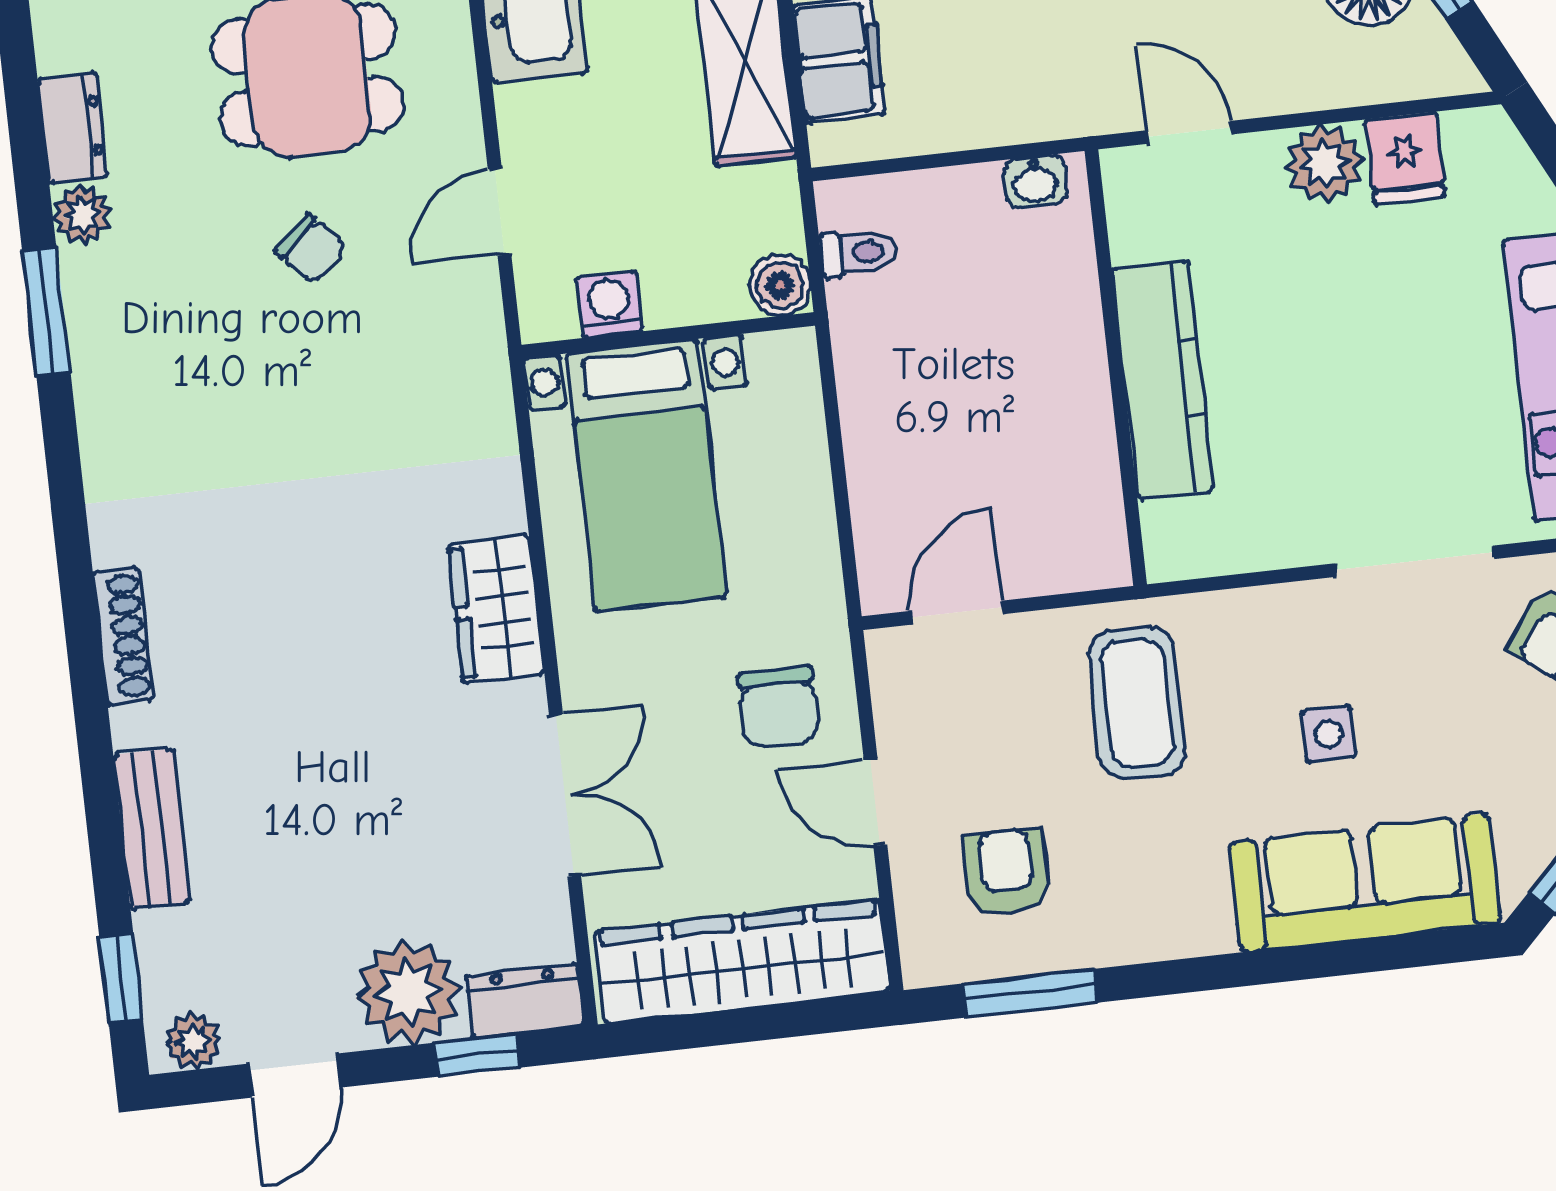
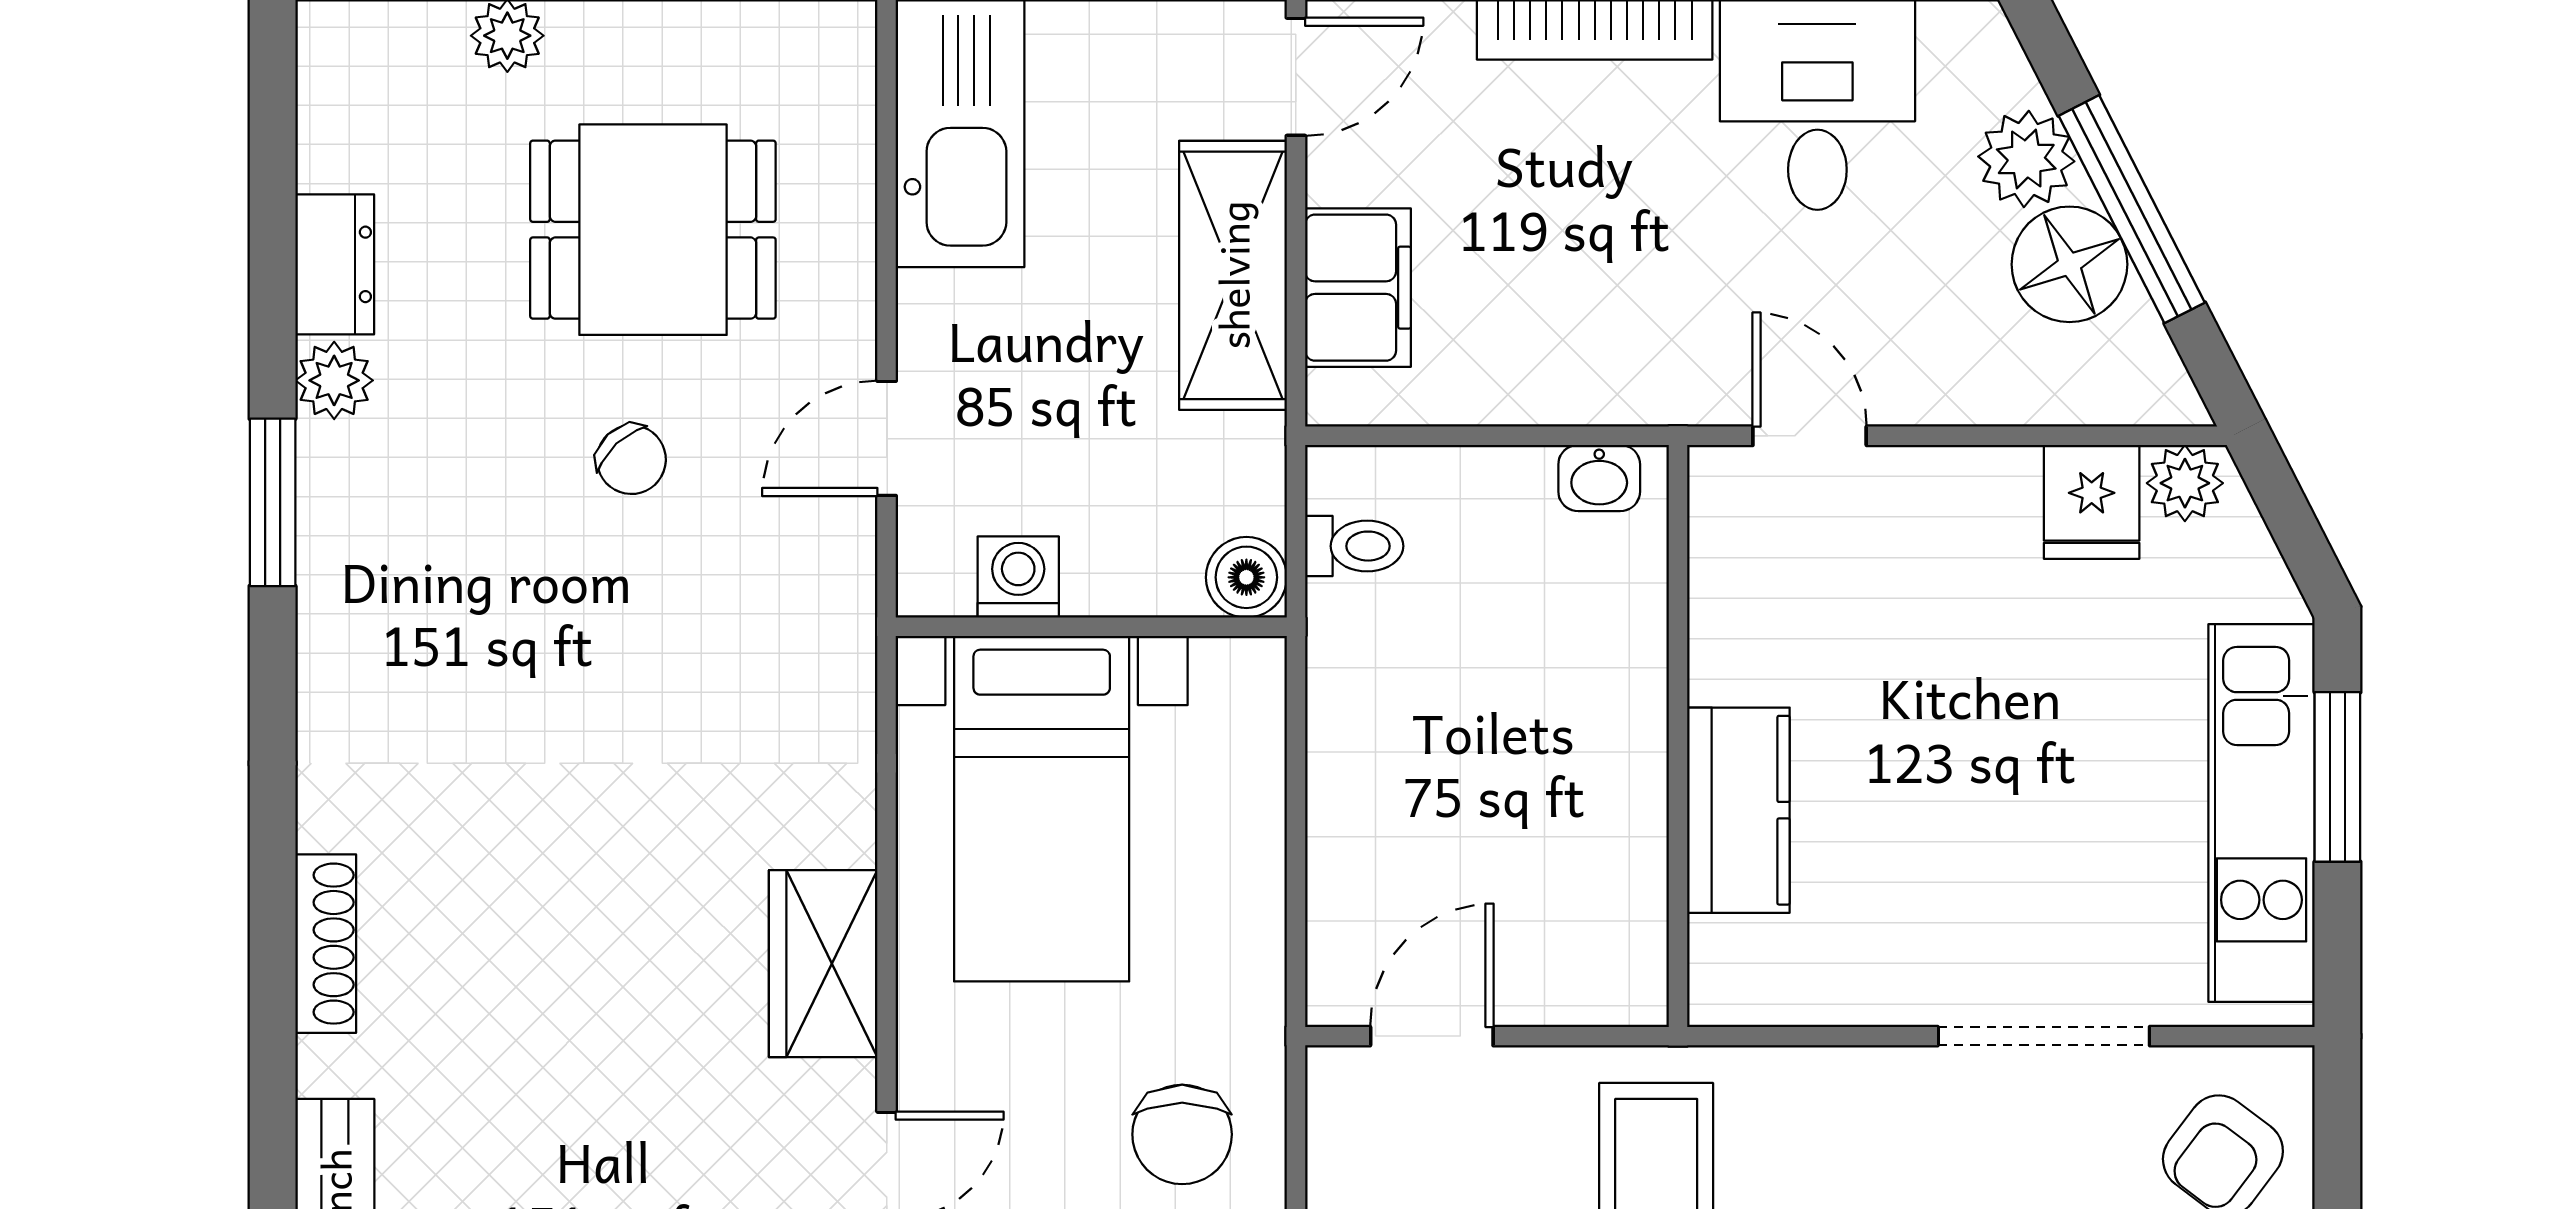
plant: (1324, 164) -> (2185, 483), moved, width x0.73, depth x0.73
kitchen counter: (1163, 380) -> (1738, 810), width x0.67

